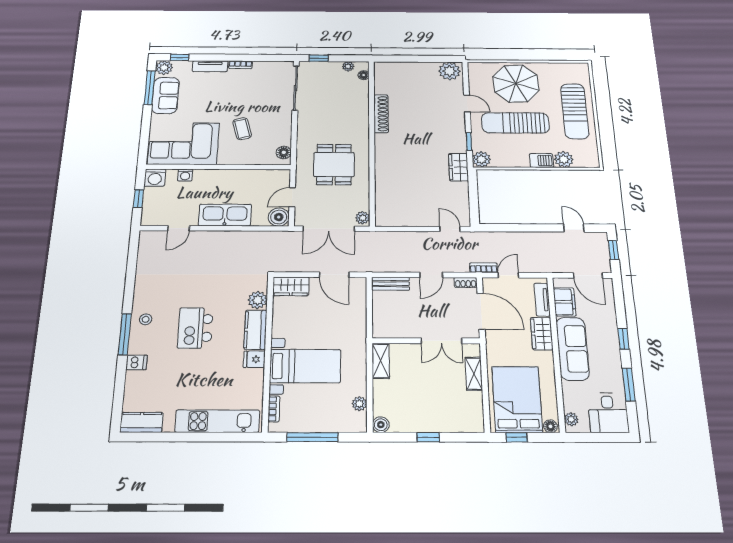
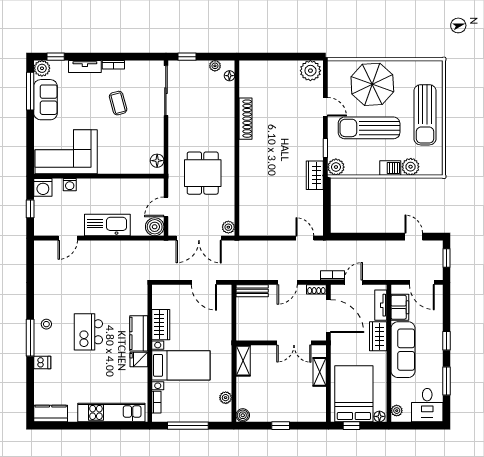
coffee table: (242, 129) -> (118, 103), moved
wardrobe: (291, 286) -> (161, 325), moved, turned -90
plant: (258, 300) -> (139, 306), removed

